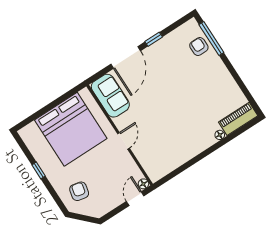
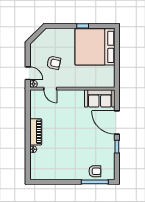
piano: (238, 119) -> (36, 132), moved
bed: (71, 129) -> (95, 47), moved
door: (123, 141) -> (50, 89), moved
armchair: (79, 191) -> (54, 63), moved

